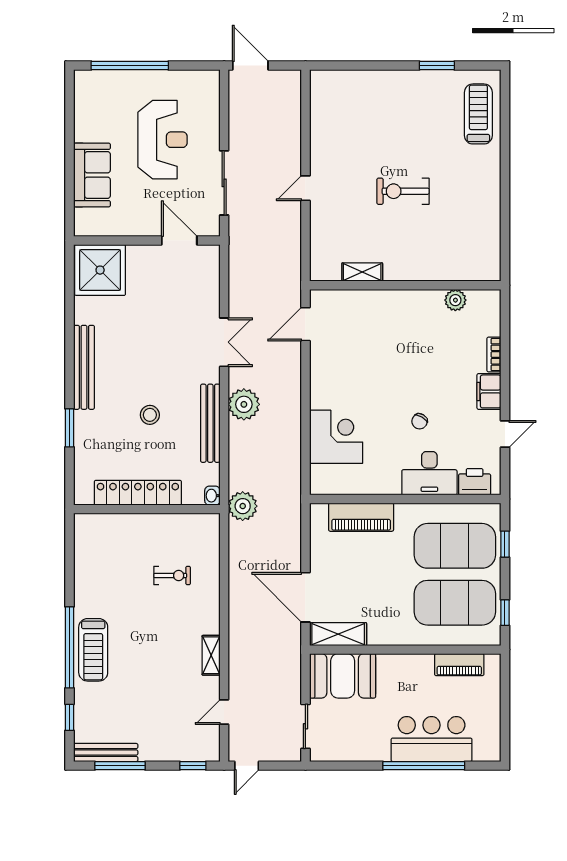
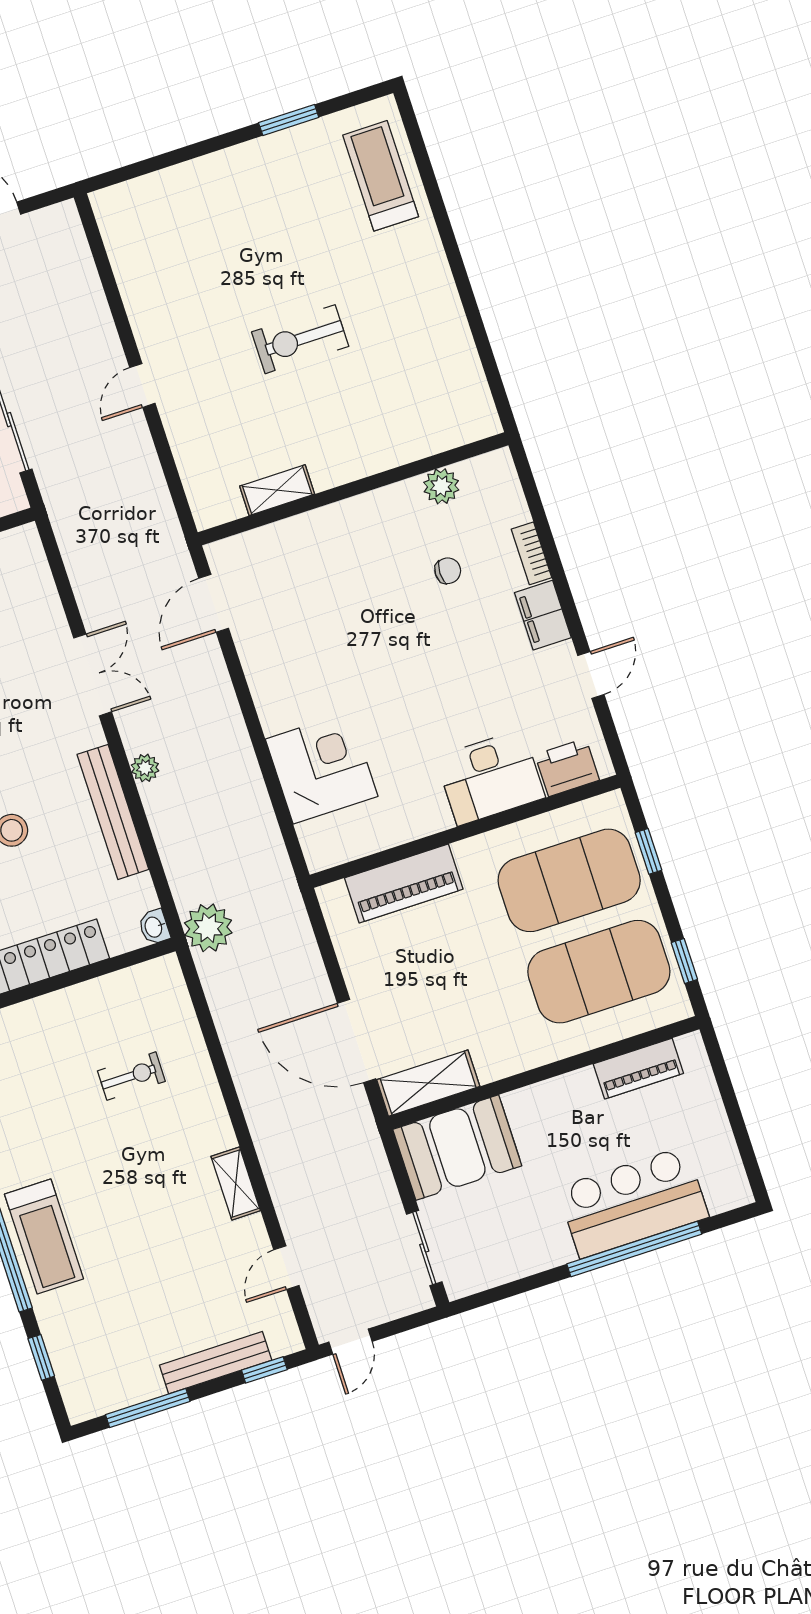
plant: (244, 404) -> (145, 768), width x0.53, depth x0.53
chair: (420, 421) -> (448, 571), moved, turned -121
bench: (106, 752) -> (216, 1363), moved

